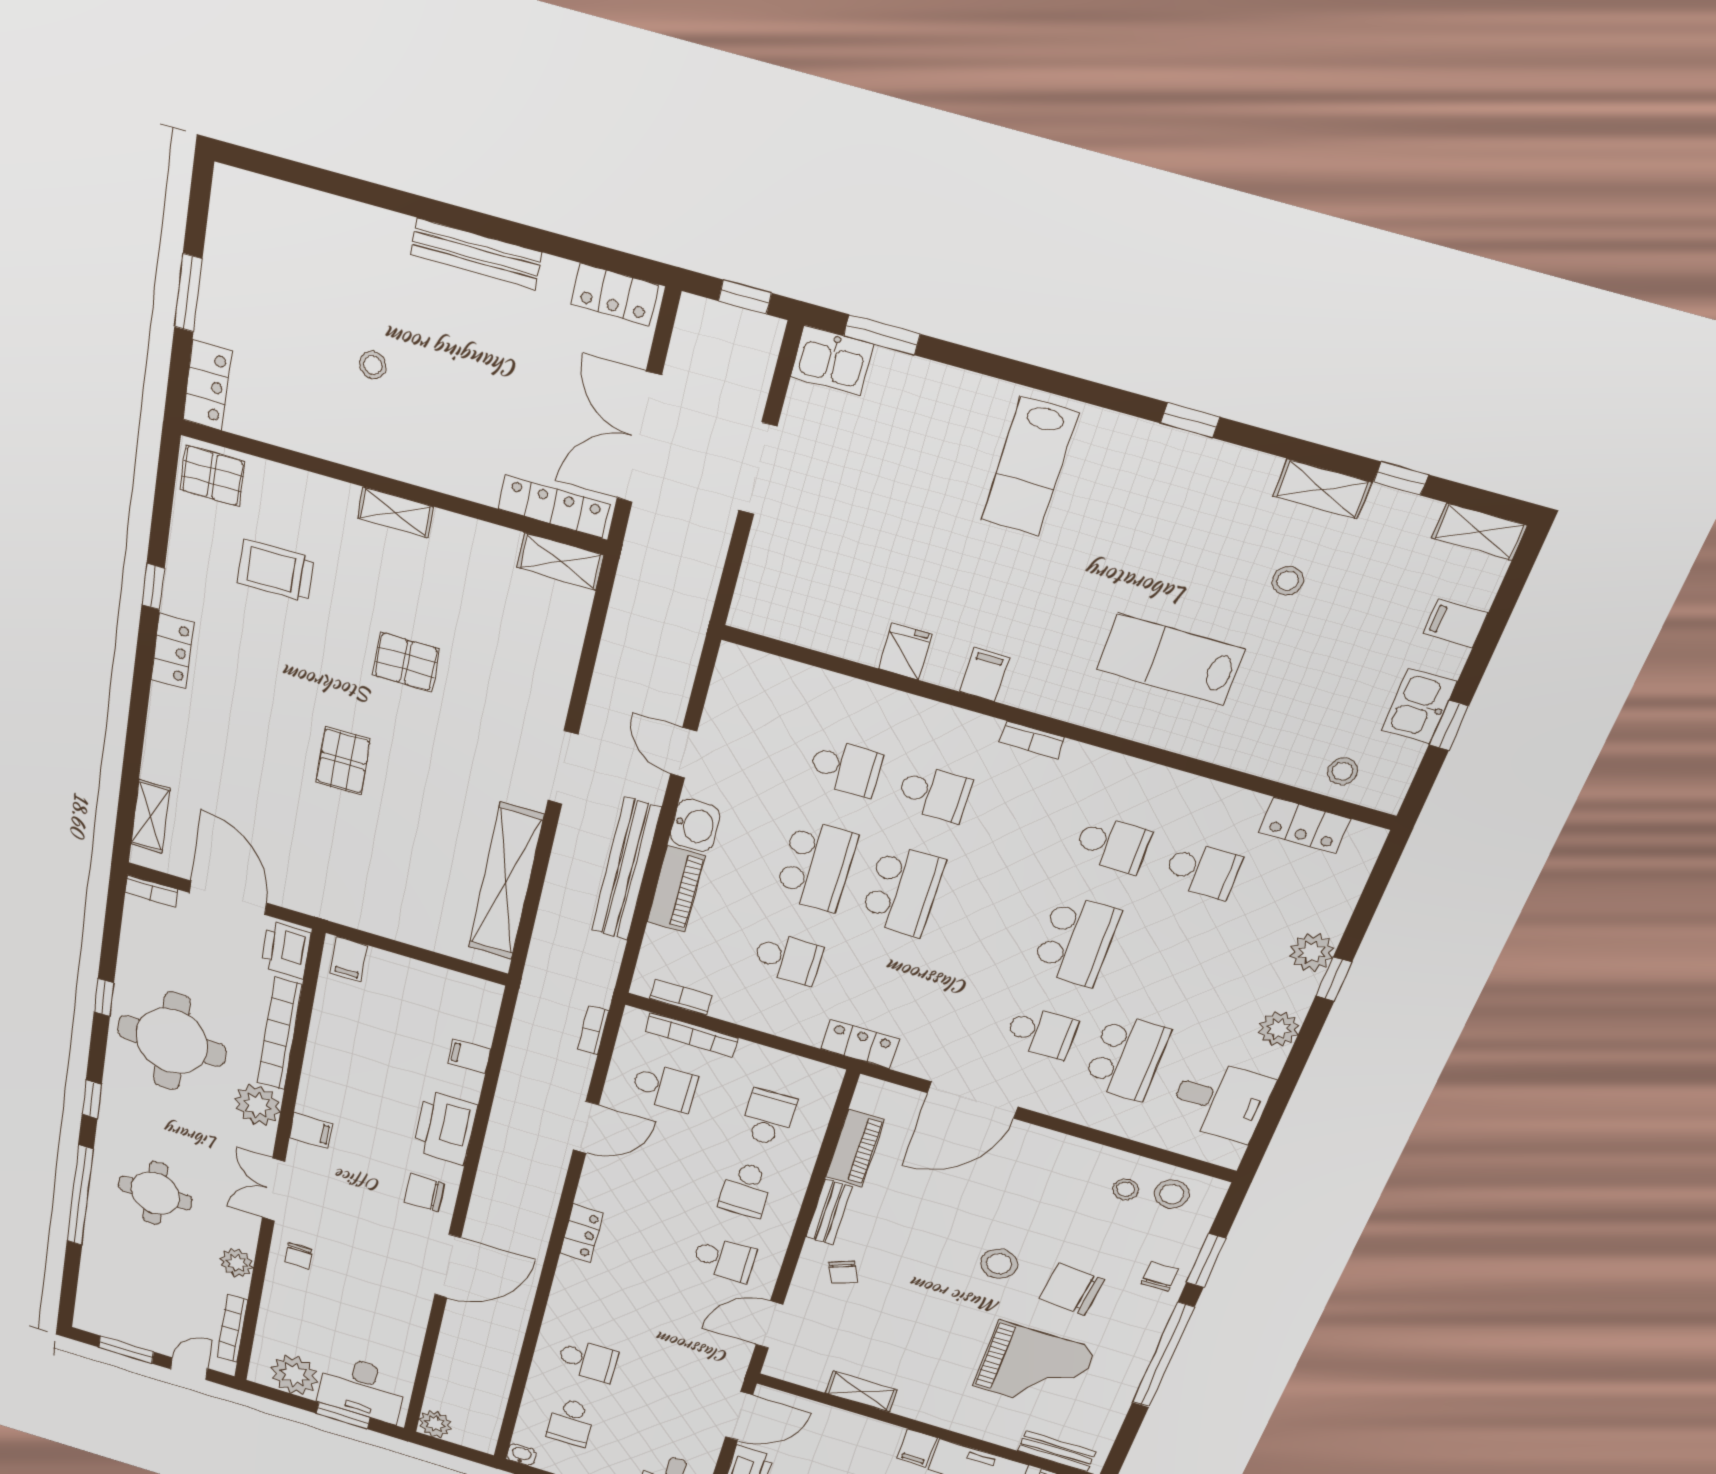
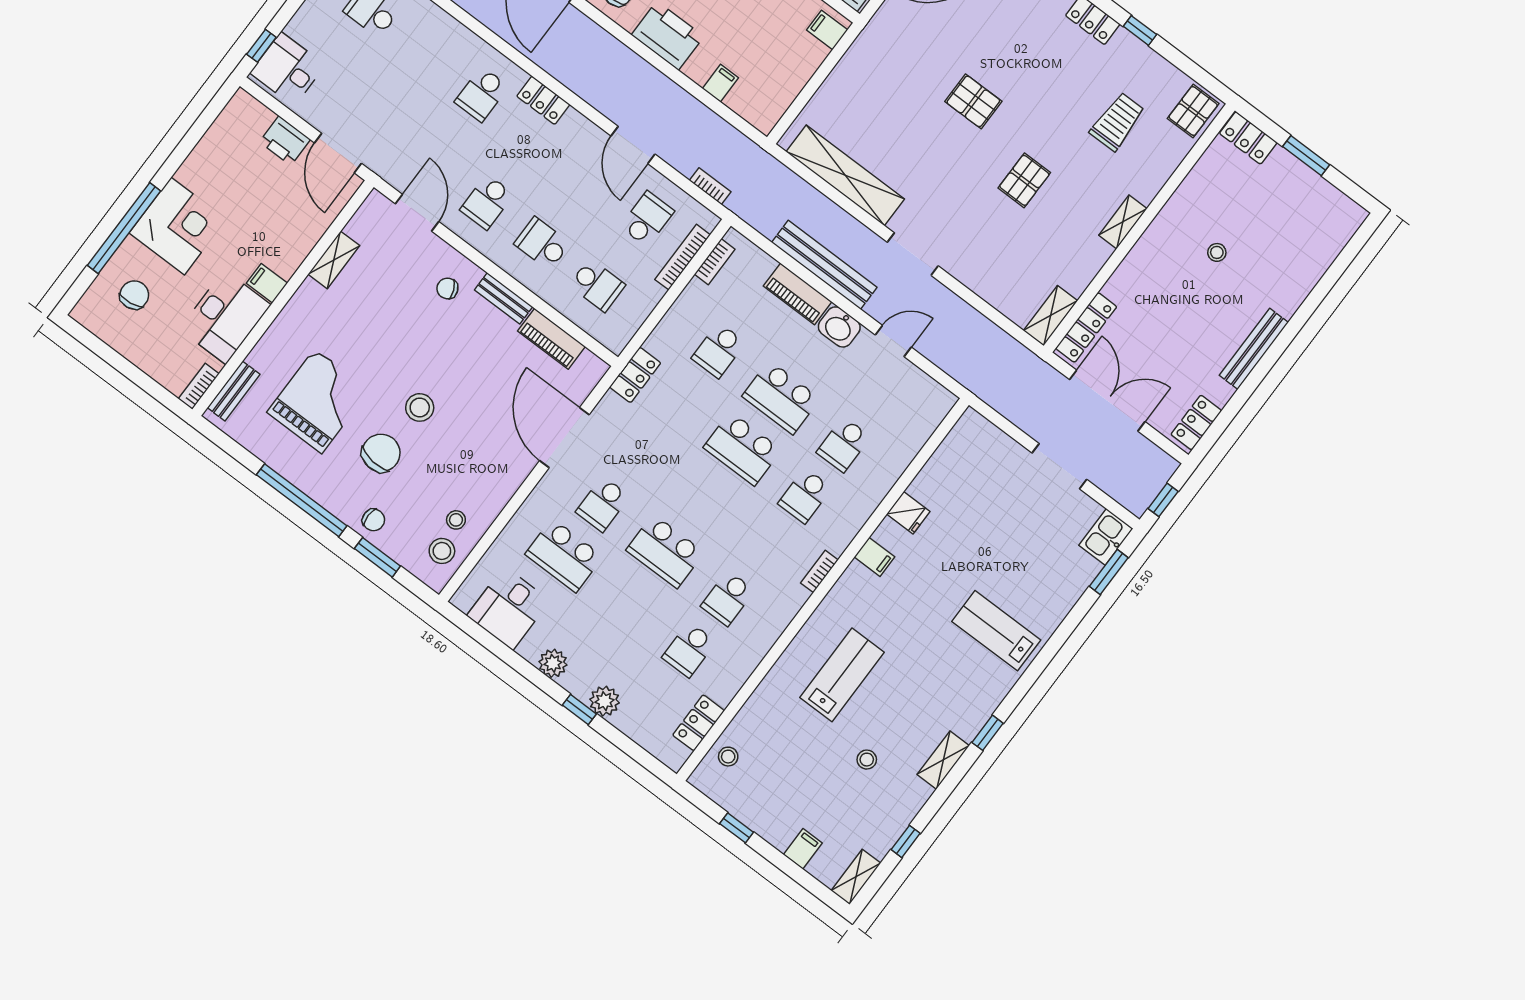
shelving: (1322, 489) -> (943, 760), moved
kitchen sink: (1419, 706) -> (756, 814), removed
school desk: (664, 1087) -> (647, 219), turned 180
school desk: (588, 1360) -> (482, 94), moved
grand piano: (1034, 1367) -> (318, 401), turned 180

